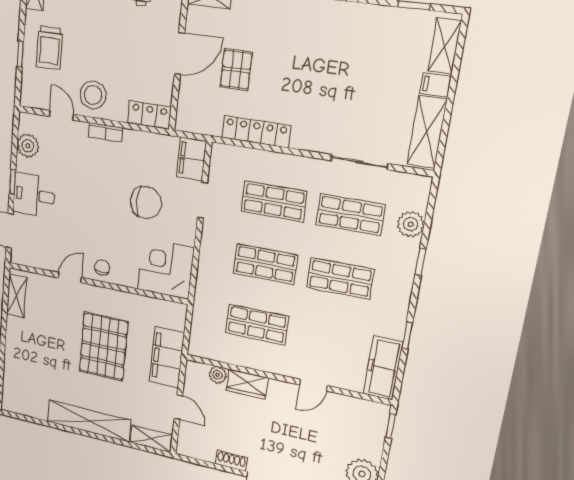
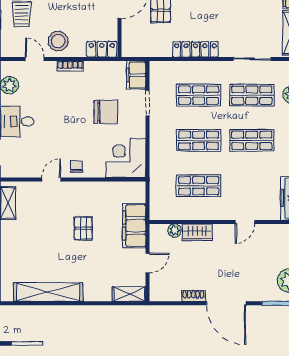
locker: (256, 132) -> (195, 49), moved
pallet: (103, 346) -> (83, 228), width x0.49, depth x0.50
door: (178, 407) -> (148, 263), hinge flipped
shelving: (89, 421) -> (48, 292), moved

